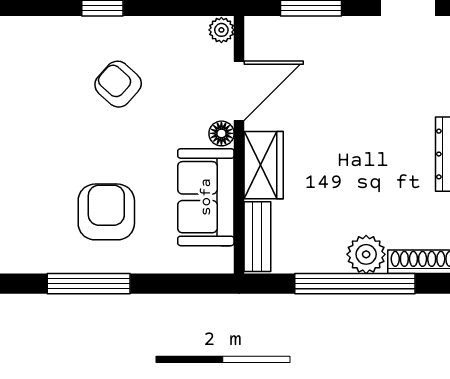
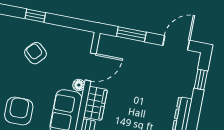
plant: (221, 30) -> (88, 37), removed

